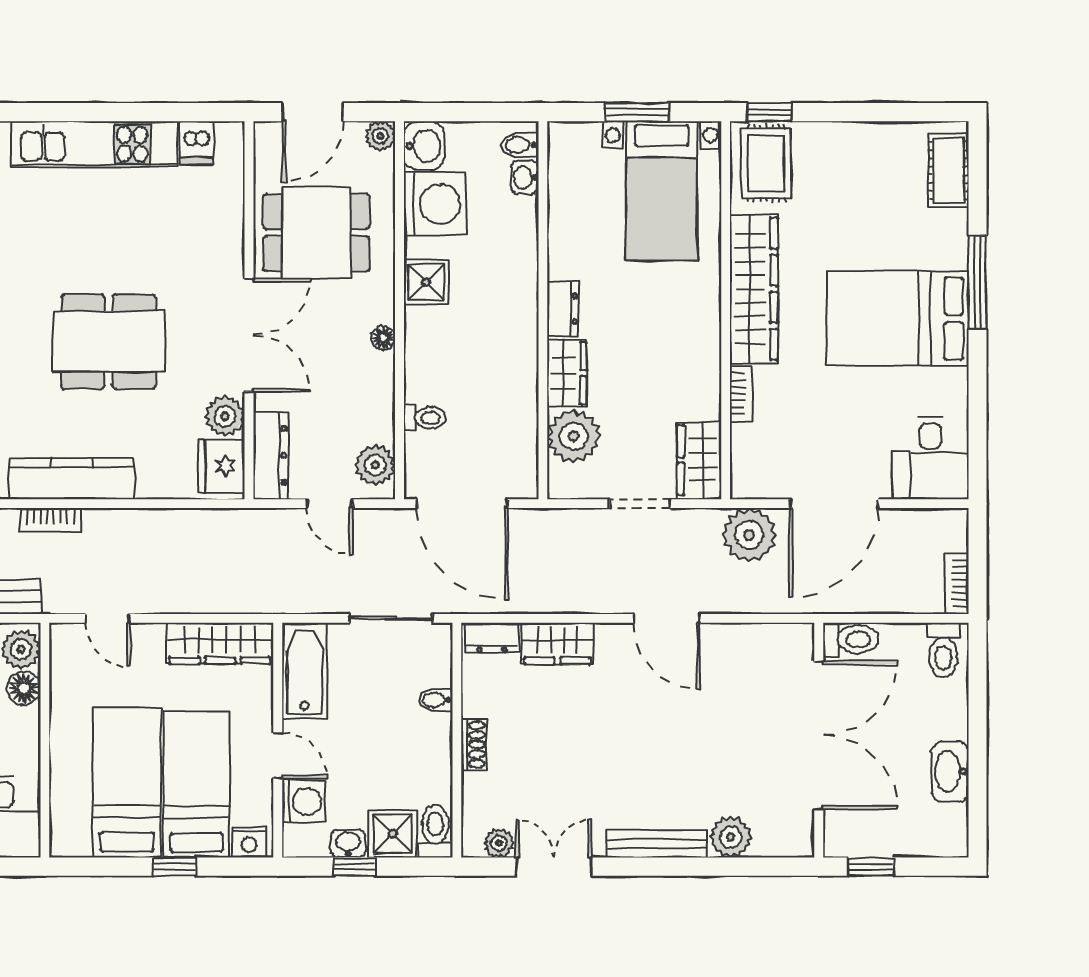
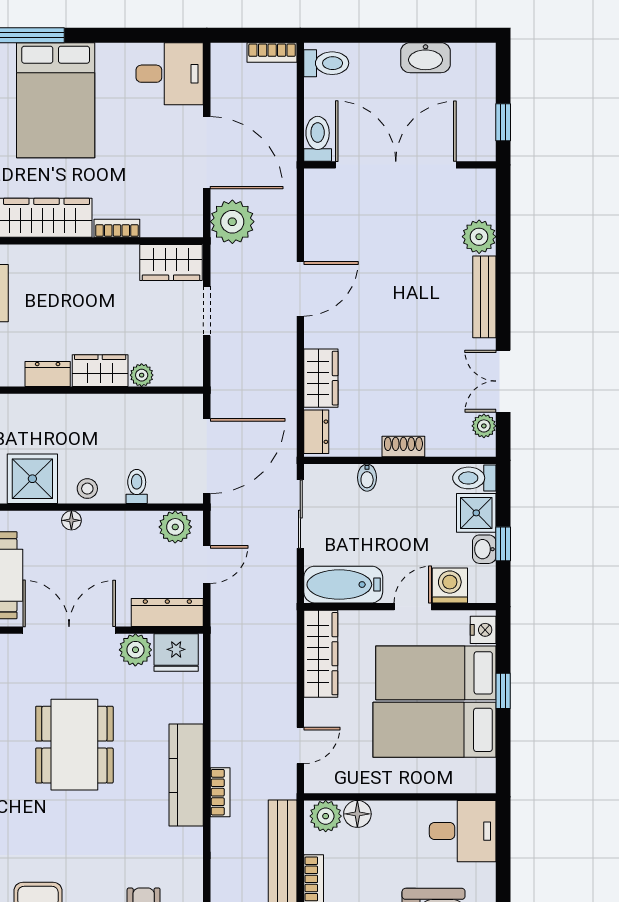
shower: (426, 282) -> (32, 479), width x1.36, depth x1.36
stool: (422, 357) -> (87, 489), added
plant: (574, 436) -> (142, 375), width x0.53, depth x0.53

